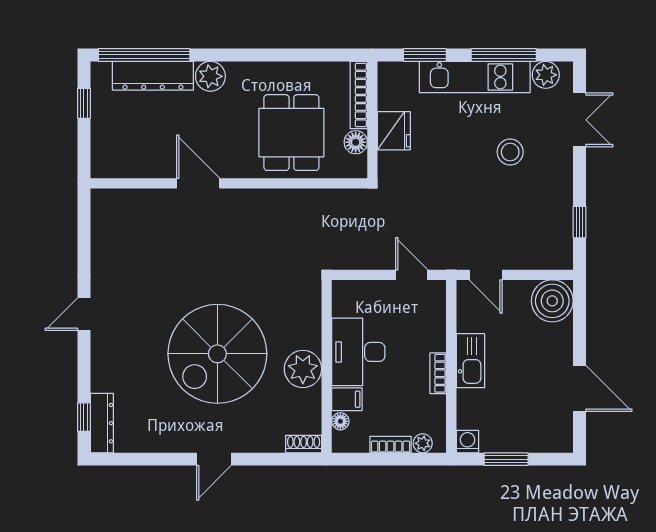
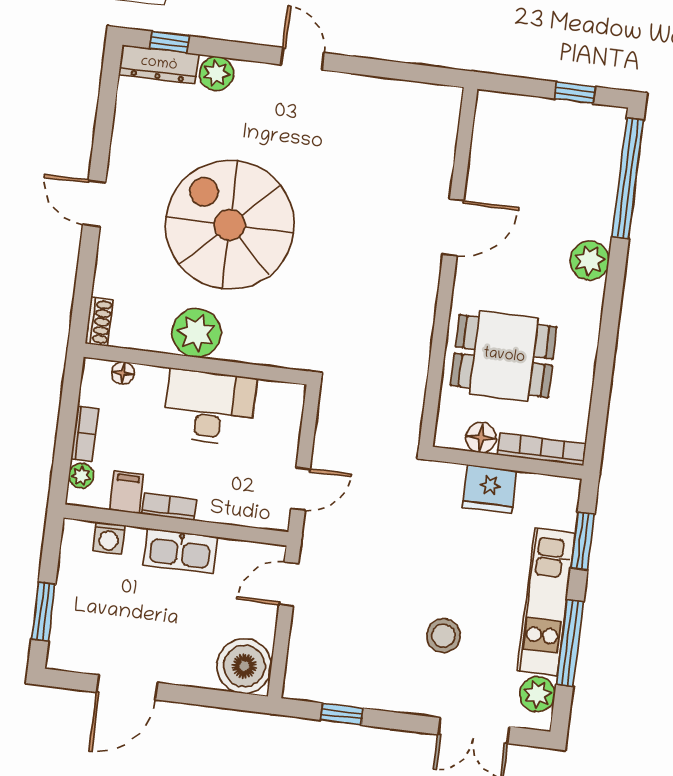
dresser: (153, 76) -> (599, 186), removed
plant: (103, 378) -> (216, 73), added
filing cabinet: (347, 399) -> (127, 492), moved, turned 180
washing machine: (467, 442) -> (109, 538), moved, turned 90
window: (506, 459) -> (43, 611), moved

